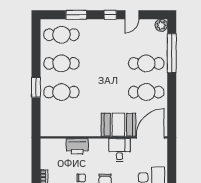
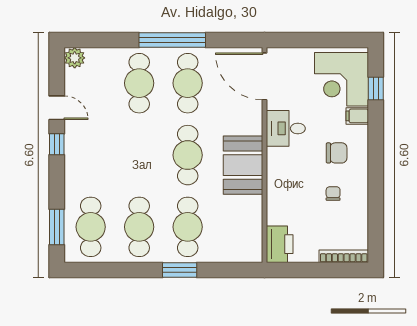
window: (76, 15) -> (57, 227), moved
window: (172, 53) -> (172, 40), moved
cafe table: (104, 92) -> (188, 155), added
booth: (118, 125) -> (243, 165), moved
printer: (77, 146) -> (280, 244), moved

